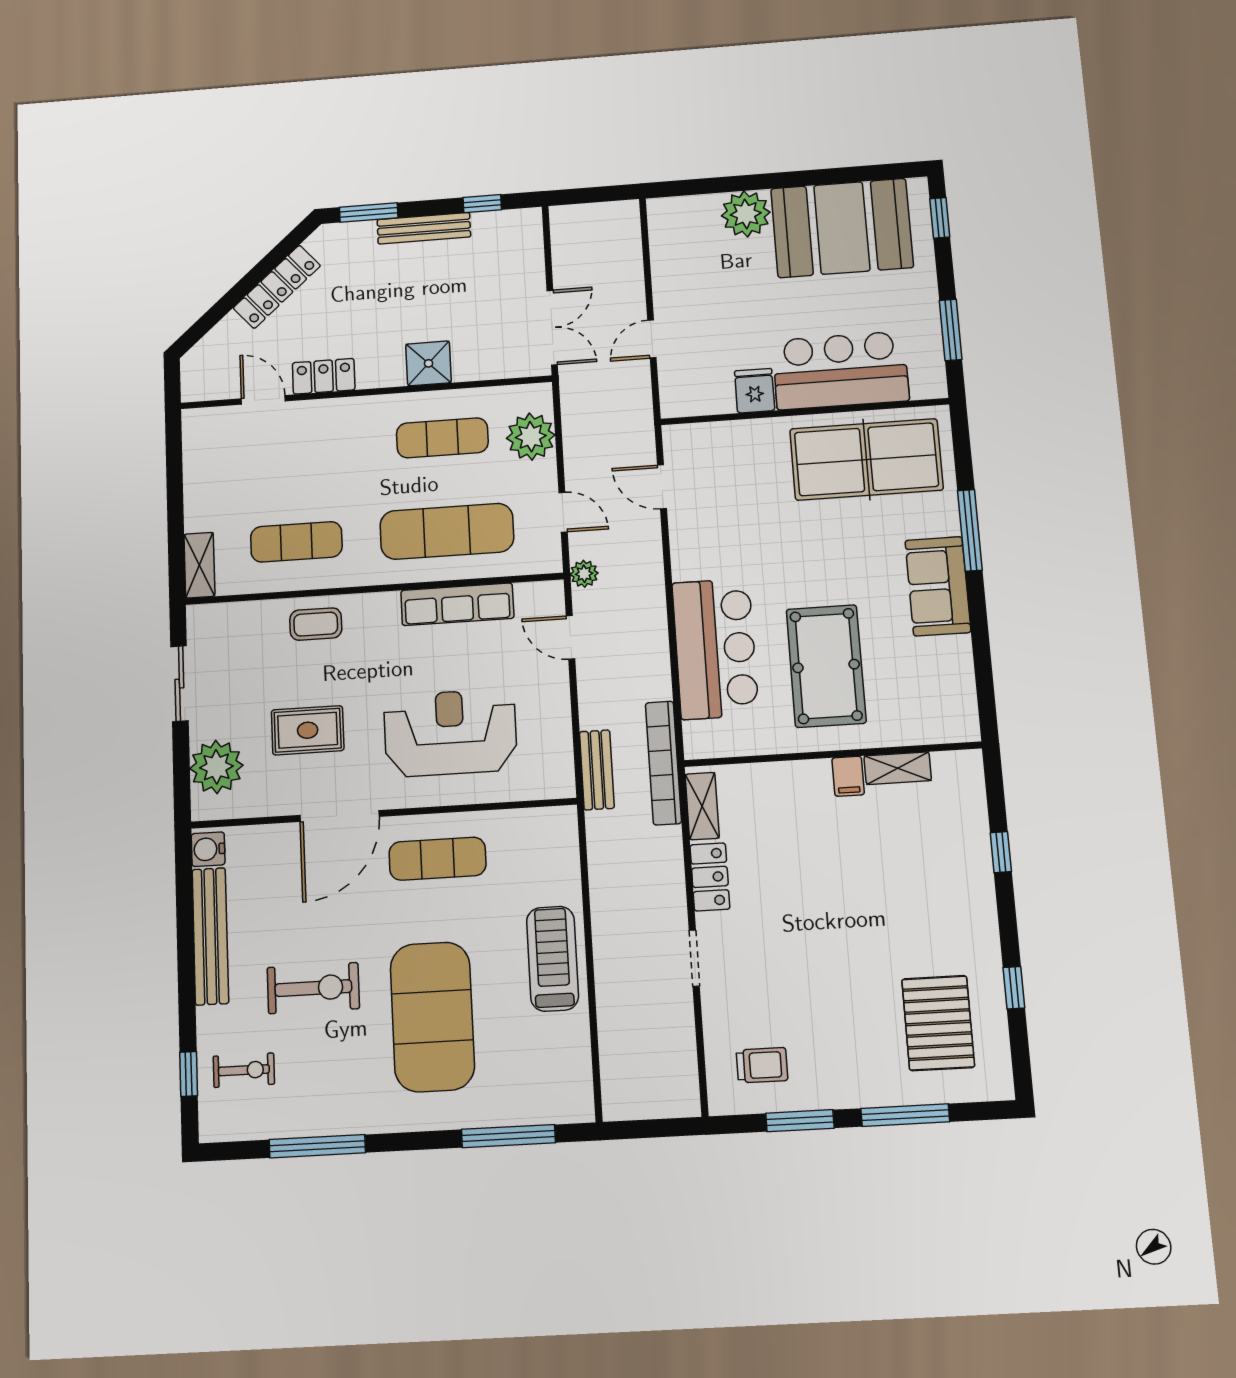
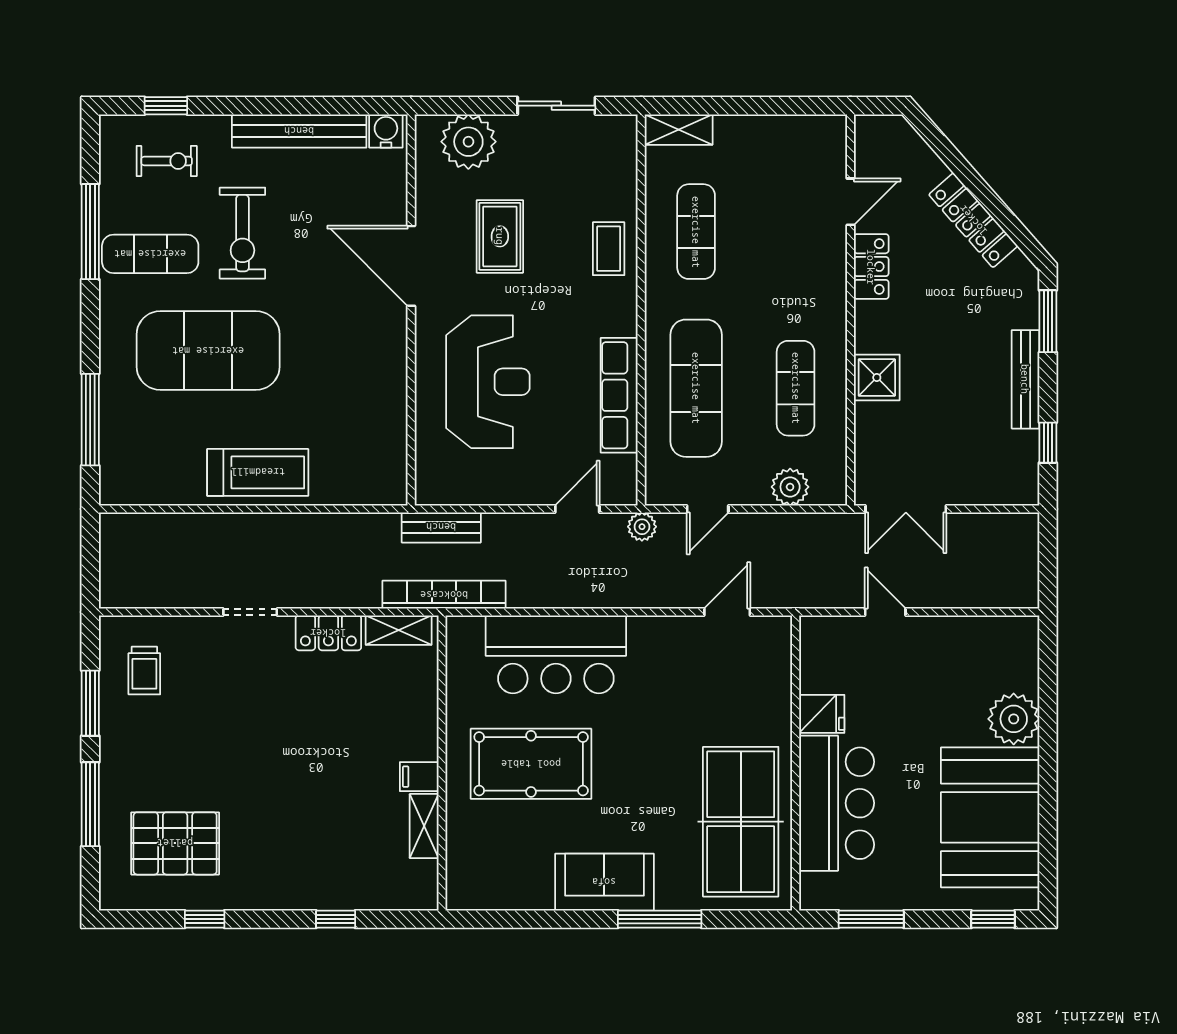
plant: (531, 437) -> (790, 487), width x0.73, depth x0.73
exercise mat: (437, 859) -> (150, 254), moved, turned 90
exercise bike: (244, 1070) -> (167, 161), turned -90

